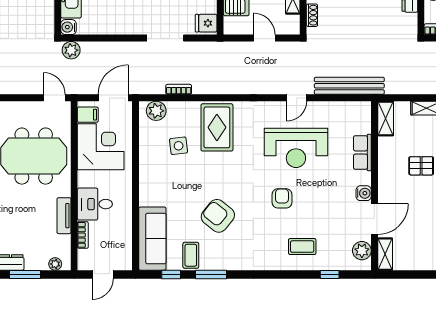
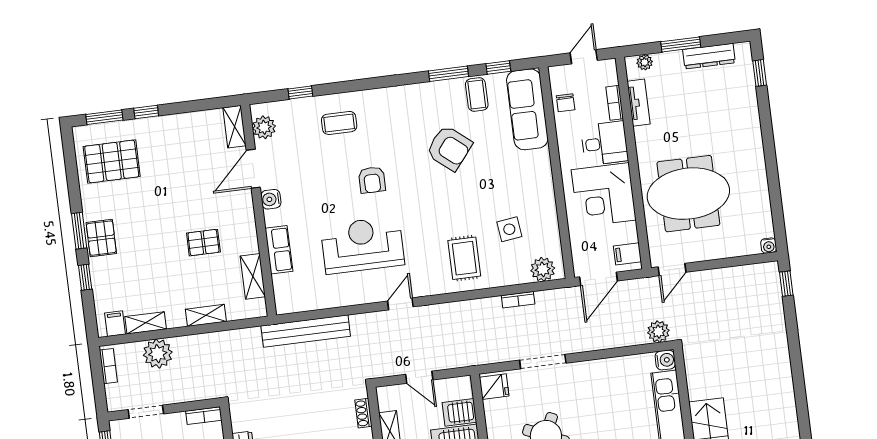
door: (54, 98) -> (672, 270), hinge flipped
door: (297, 98) -> (400, 304), moved
shelving: (386, 119) -> (253, 276), moved
rug: (217, 127) -> (464, 258), width x0.73, depth x0.70
corner desk: (101, 147) -> (604, 195), moved
tv unit: (64, 216) -> (639, 103), moved
chair: (122, 240) -> (566, 103), added

